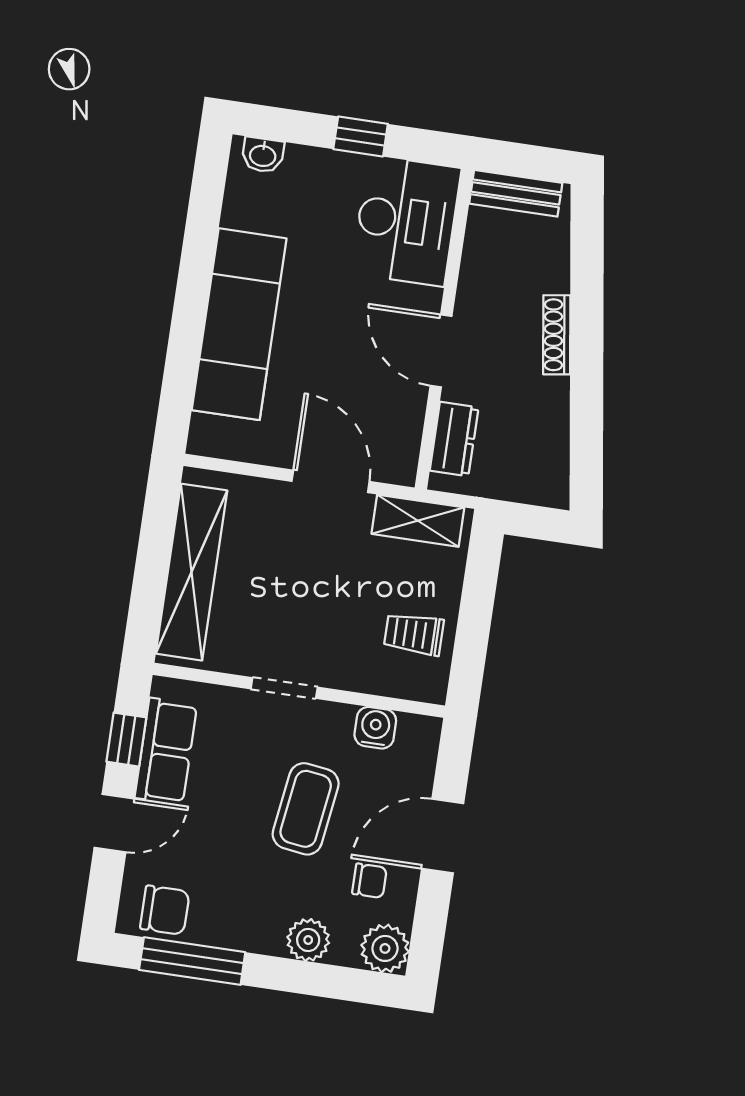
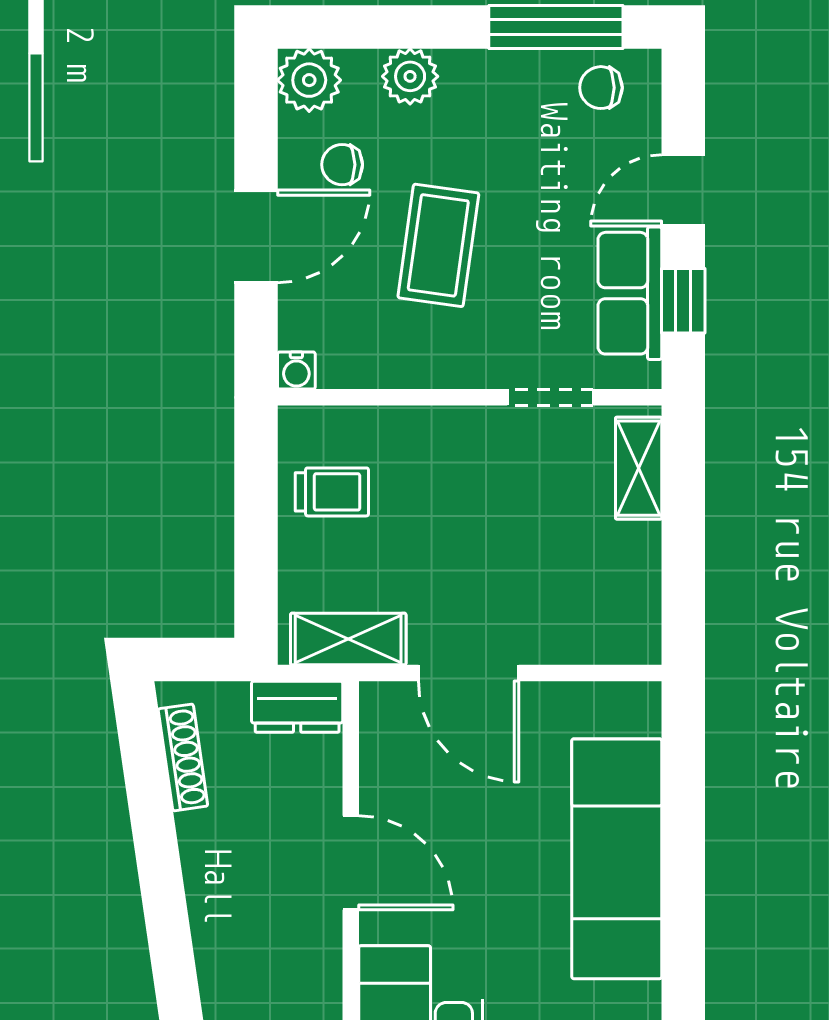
shoe rack: (557, 335) -> (183, 757), moved
dresser: (454, 439) -> (297, 707), moved, turned -90
shelving: (192, 572) -> (639, 468), width x0.45, depth x0.75
doorway: (284, 688) -> (550, 397), moved
water cooler: (375, 728) -> (296, 371), moved, width x0.72, depth x0.72
chair: (165, 910) -> (601, 88), width x0.73, depth x0.73

